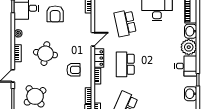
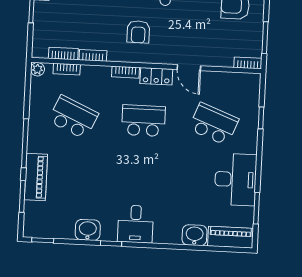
school desk: (125, 23) -> (214, 124), turned 33
plant: (189, 47) -> (167, 231), removed

